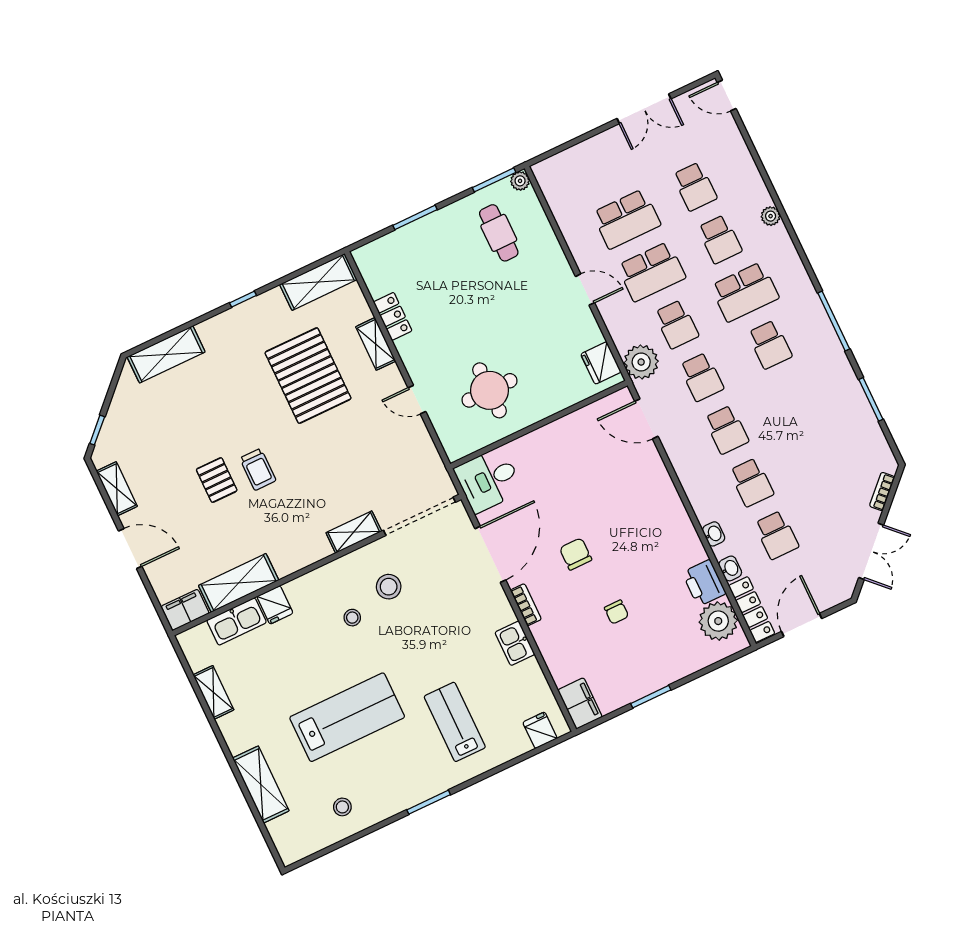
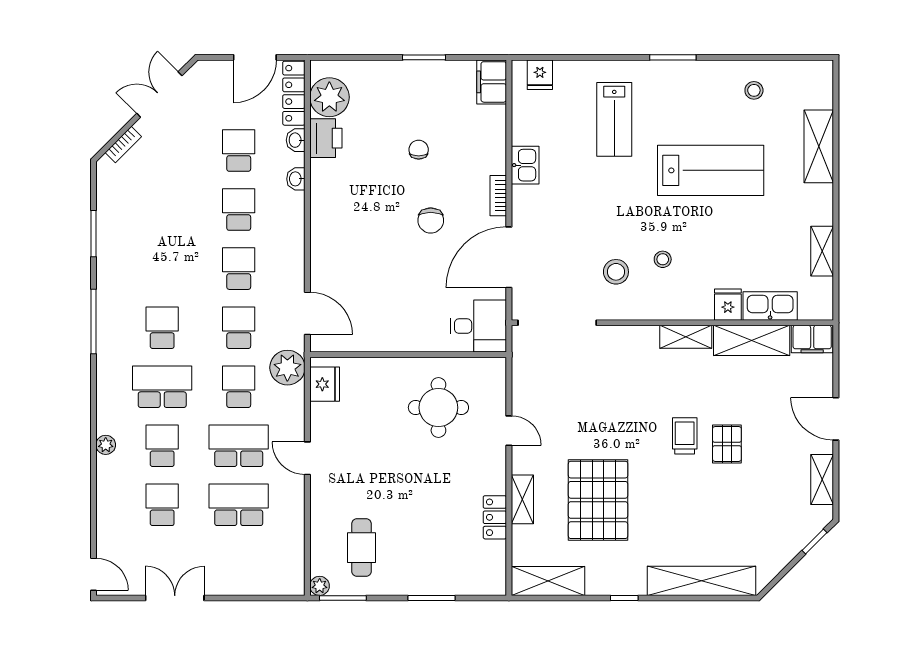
shelving: (166, 354) -> (702, 581), width x1.47
shelving: (354, 532) -> (686, 337), moved
lab bench: (347, 717) -> (711, 170), turned 180

